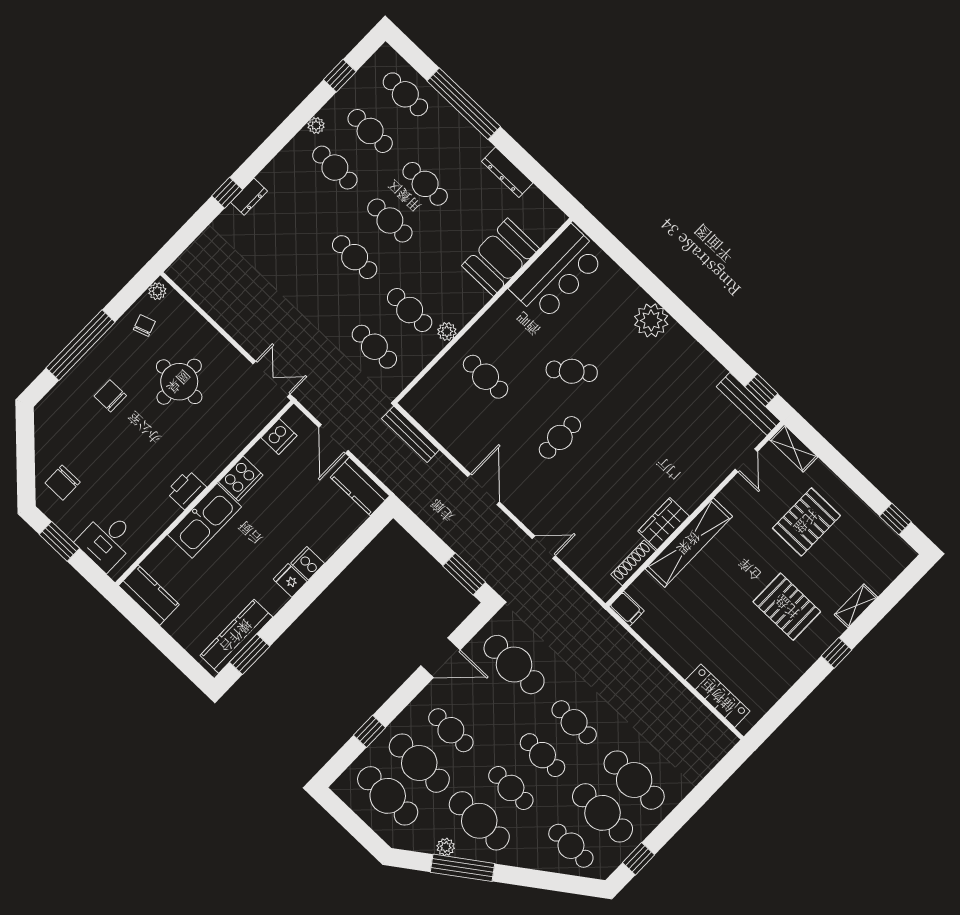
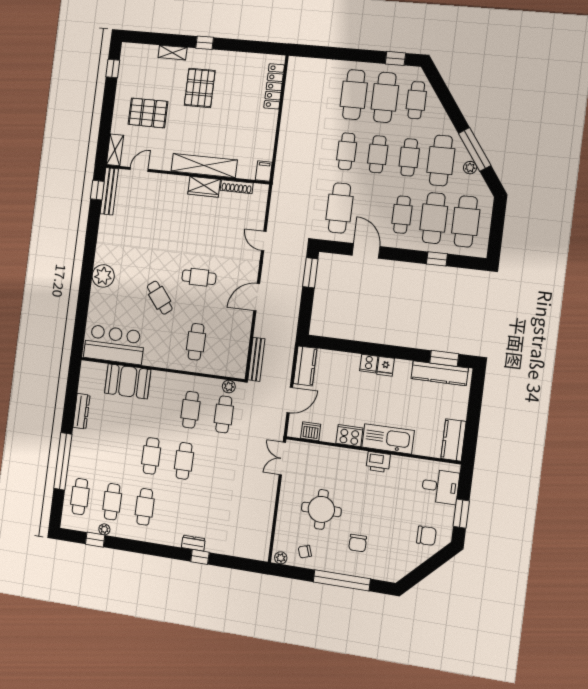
plant: (316, 125) -> (104, 529), moved
cafe table: (425, 184) -> (119, 451), removed
plant: (447, 331) -> (229, 387), moved

